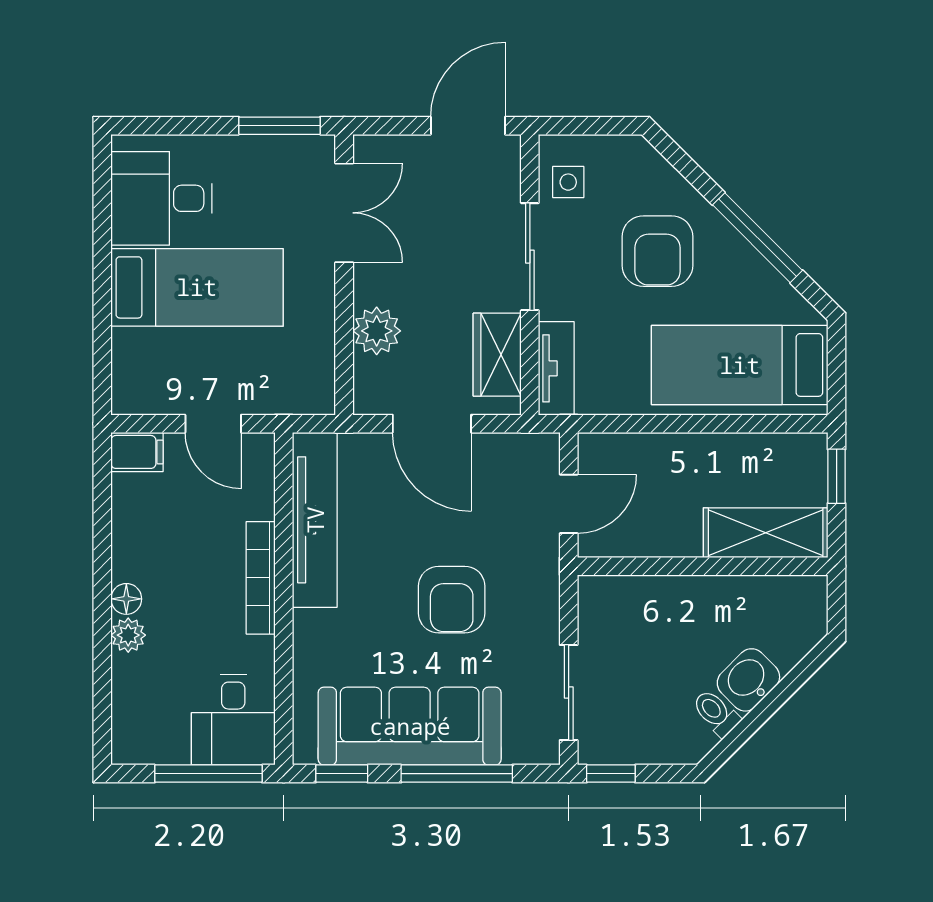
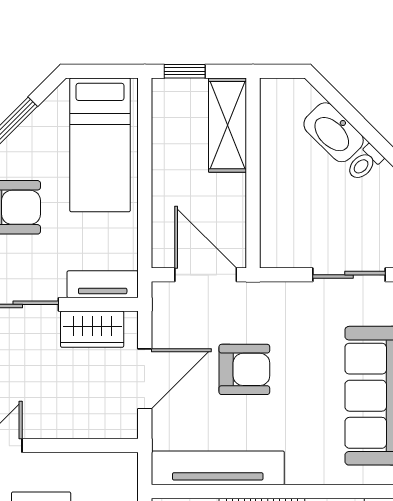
plant: (377, 331) -> (74, 421), removed
door: (569, 504) -> (206, 275), width x1.38
armchair: (452, 600) -> (244, 369), moved
washbasin: (748, 680) -> (334, 132), width x1.38

